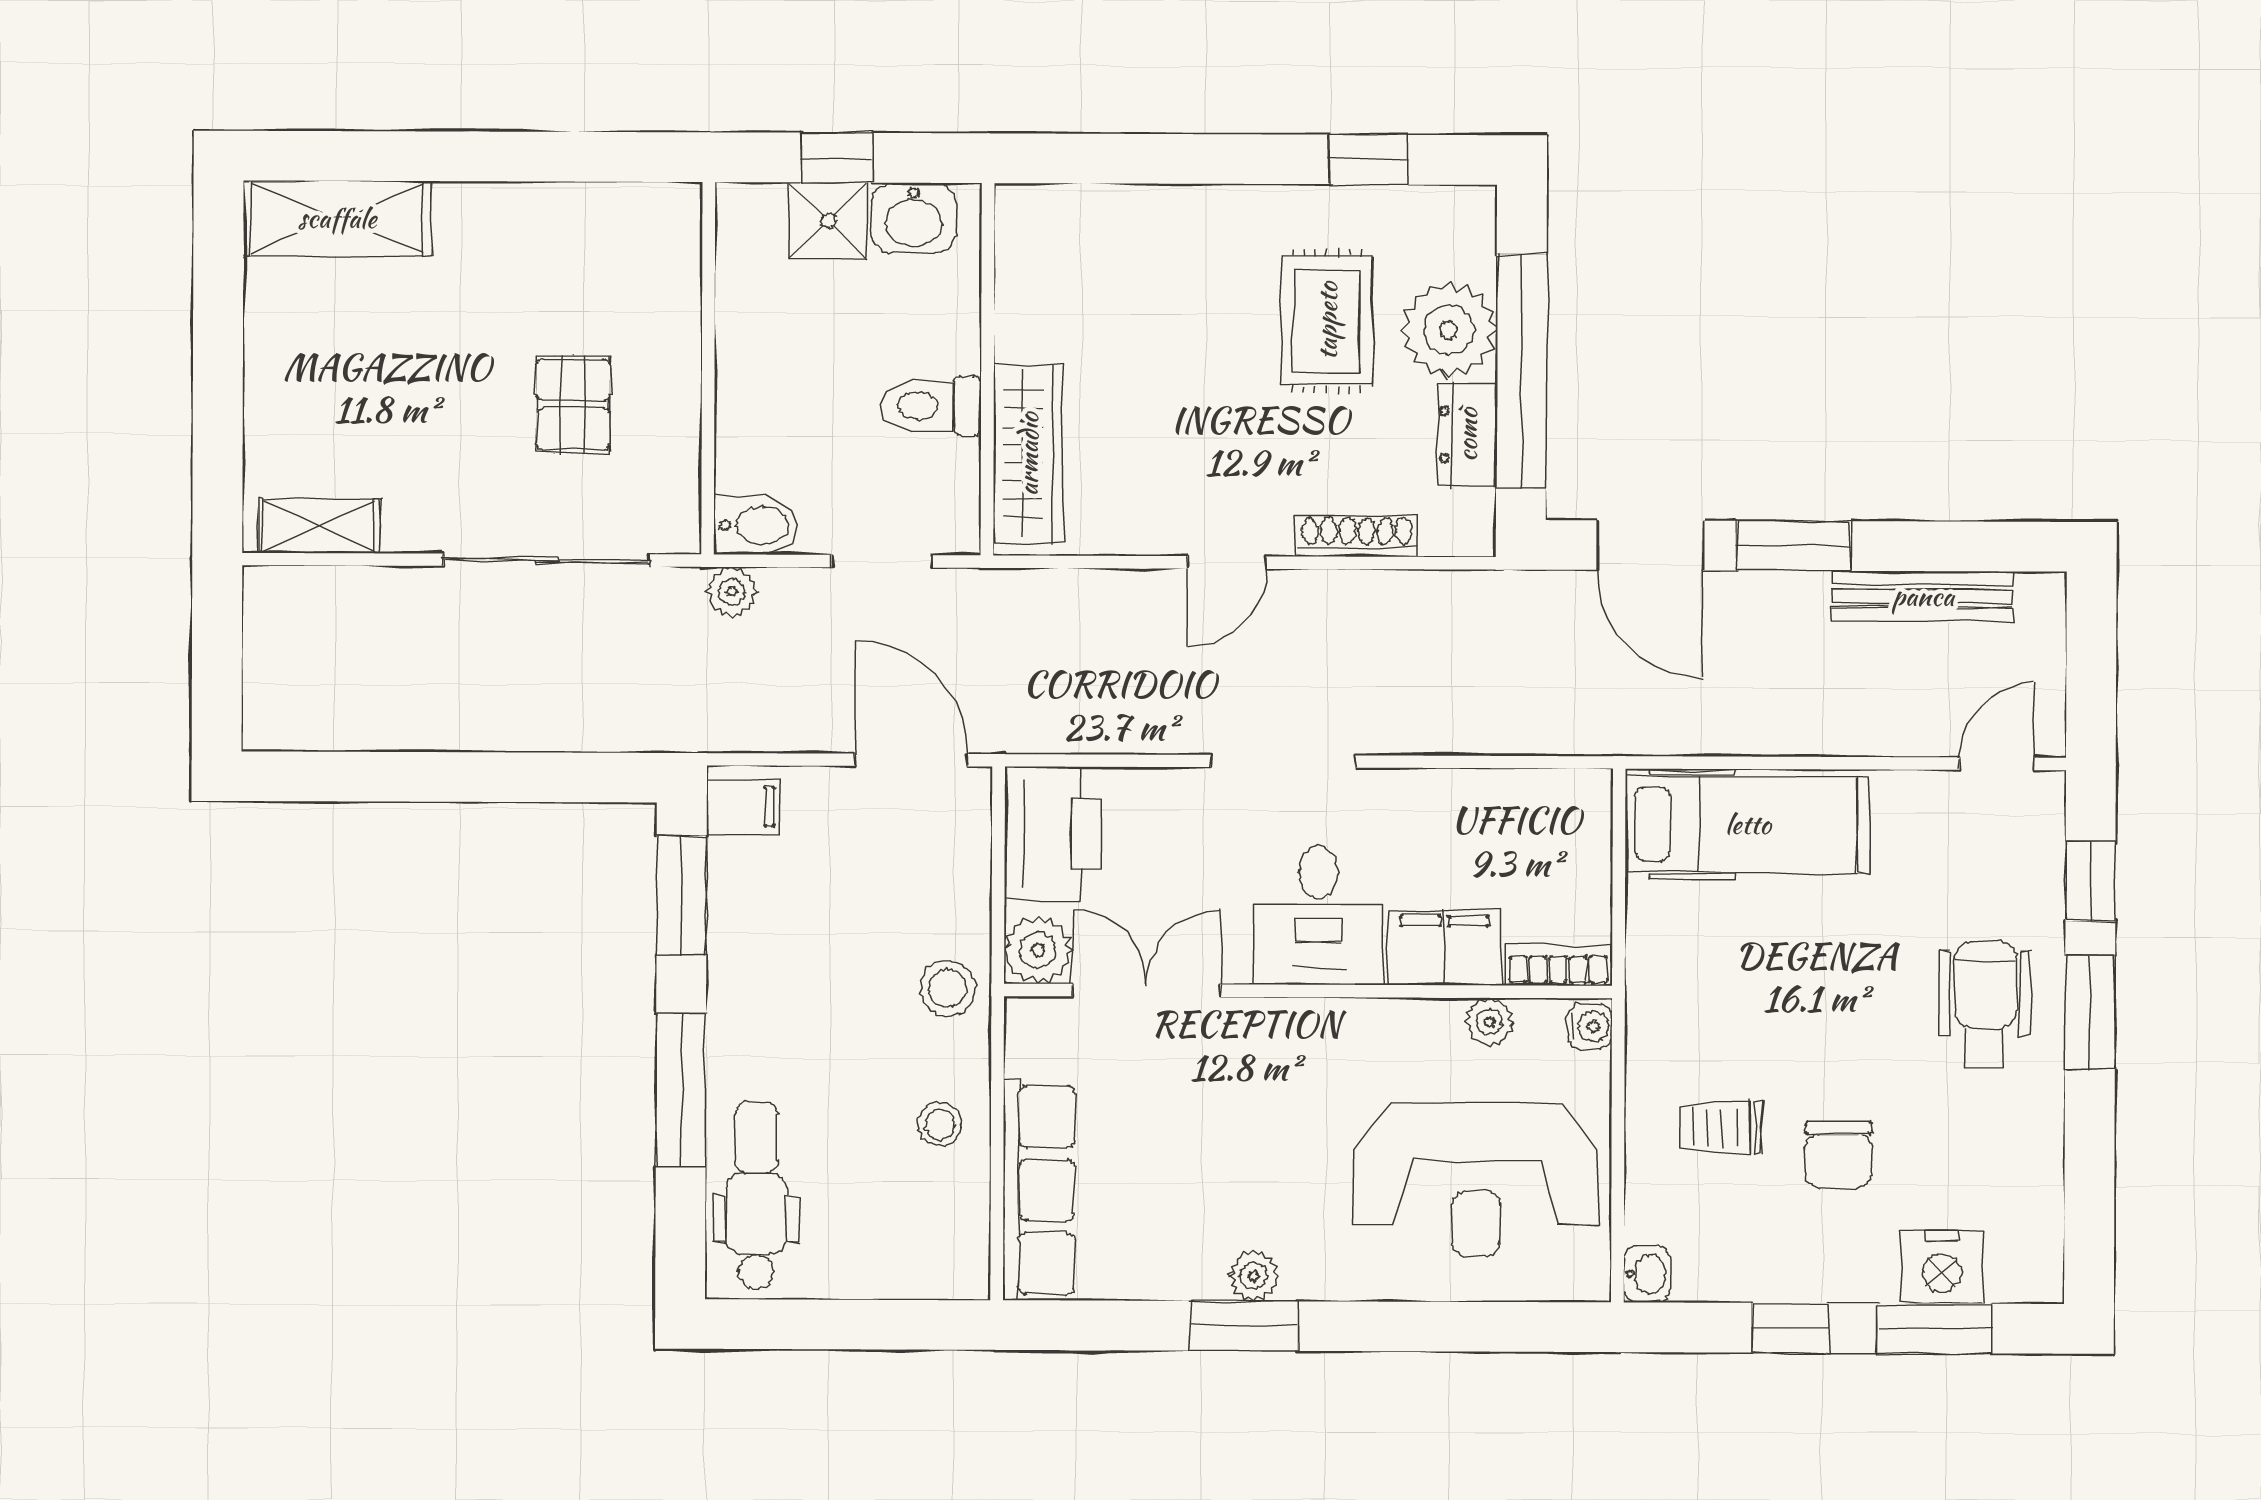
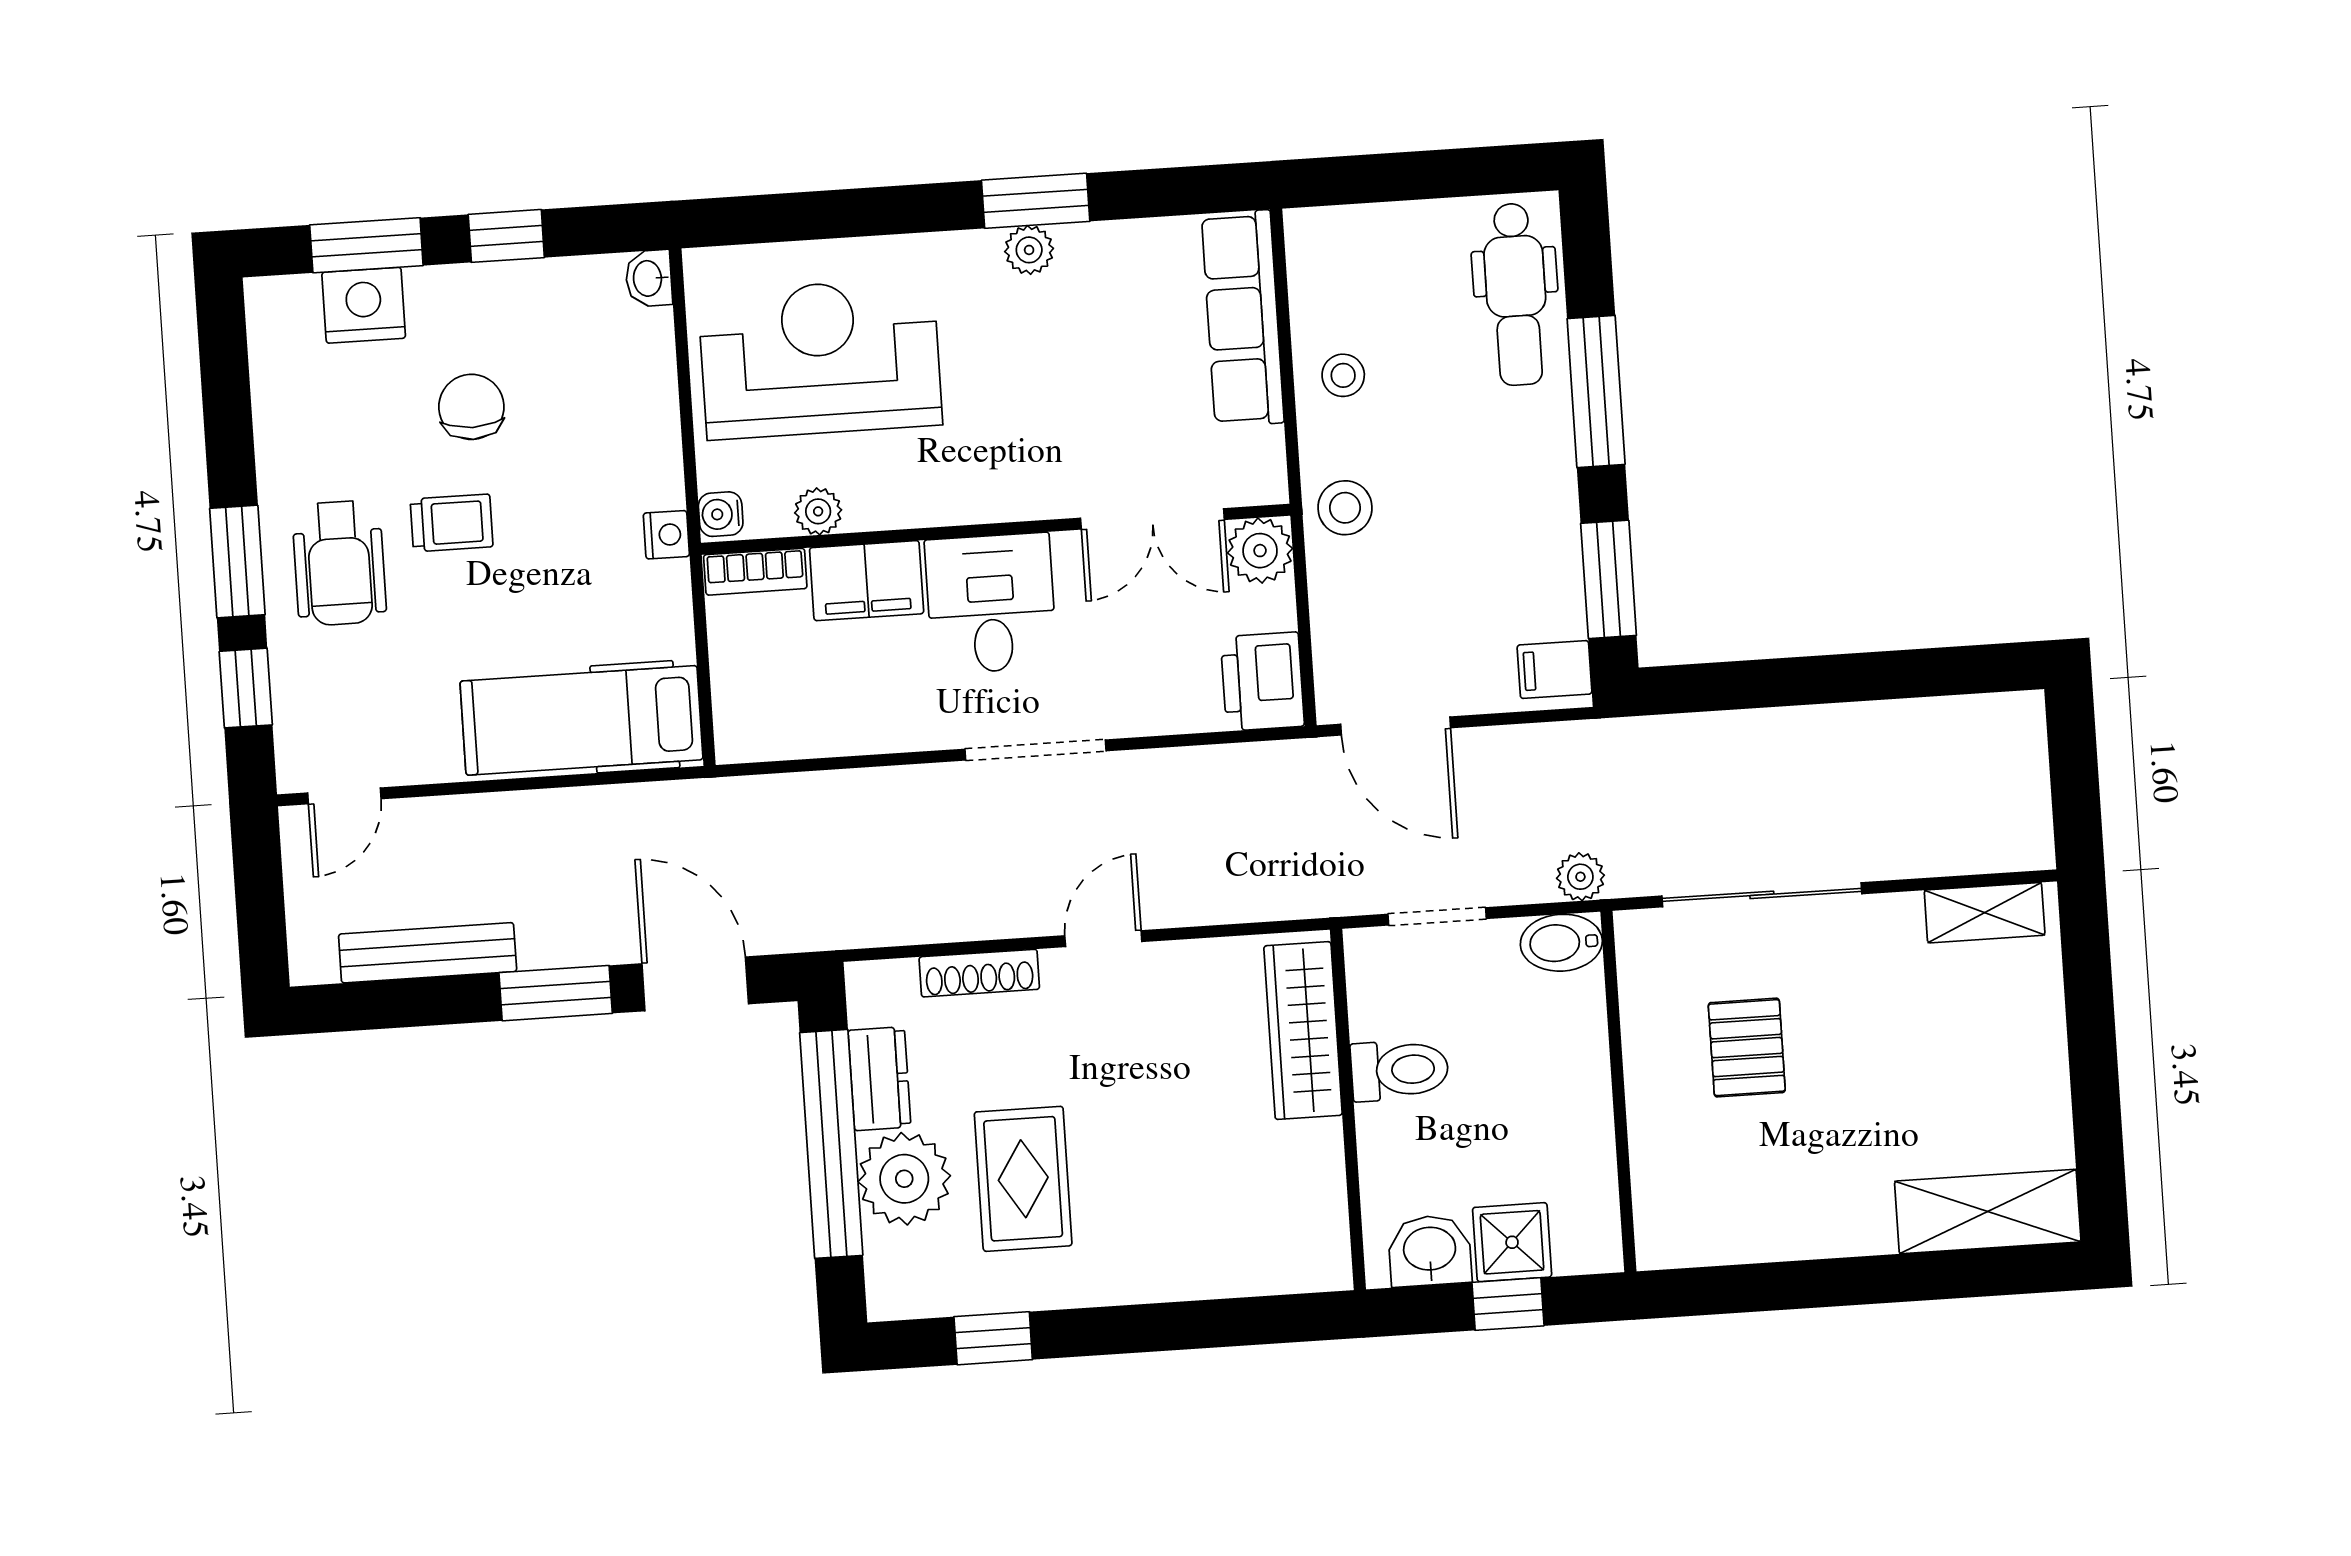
printer: (1053, 834) -> (1262, 682), width x0.73, depth x0.84
nightstand: (1647, 1009) -> (666, 535), added
trolley: (1721, 1128) -> (452, 523), moved

